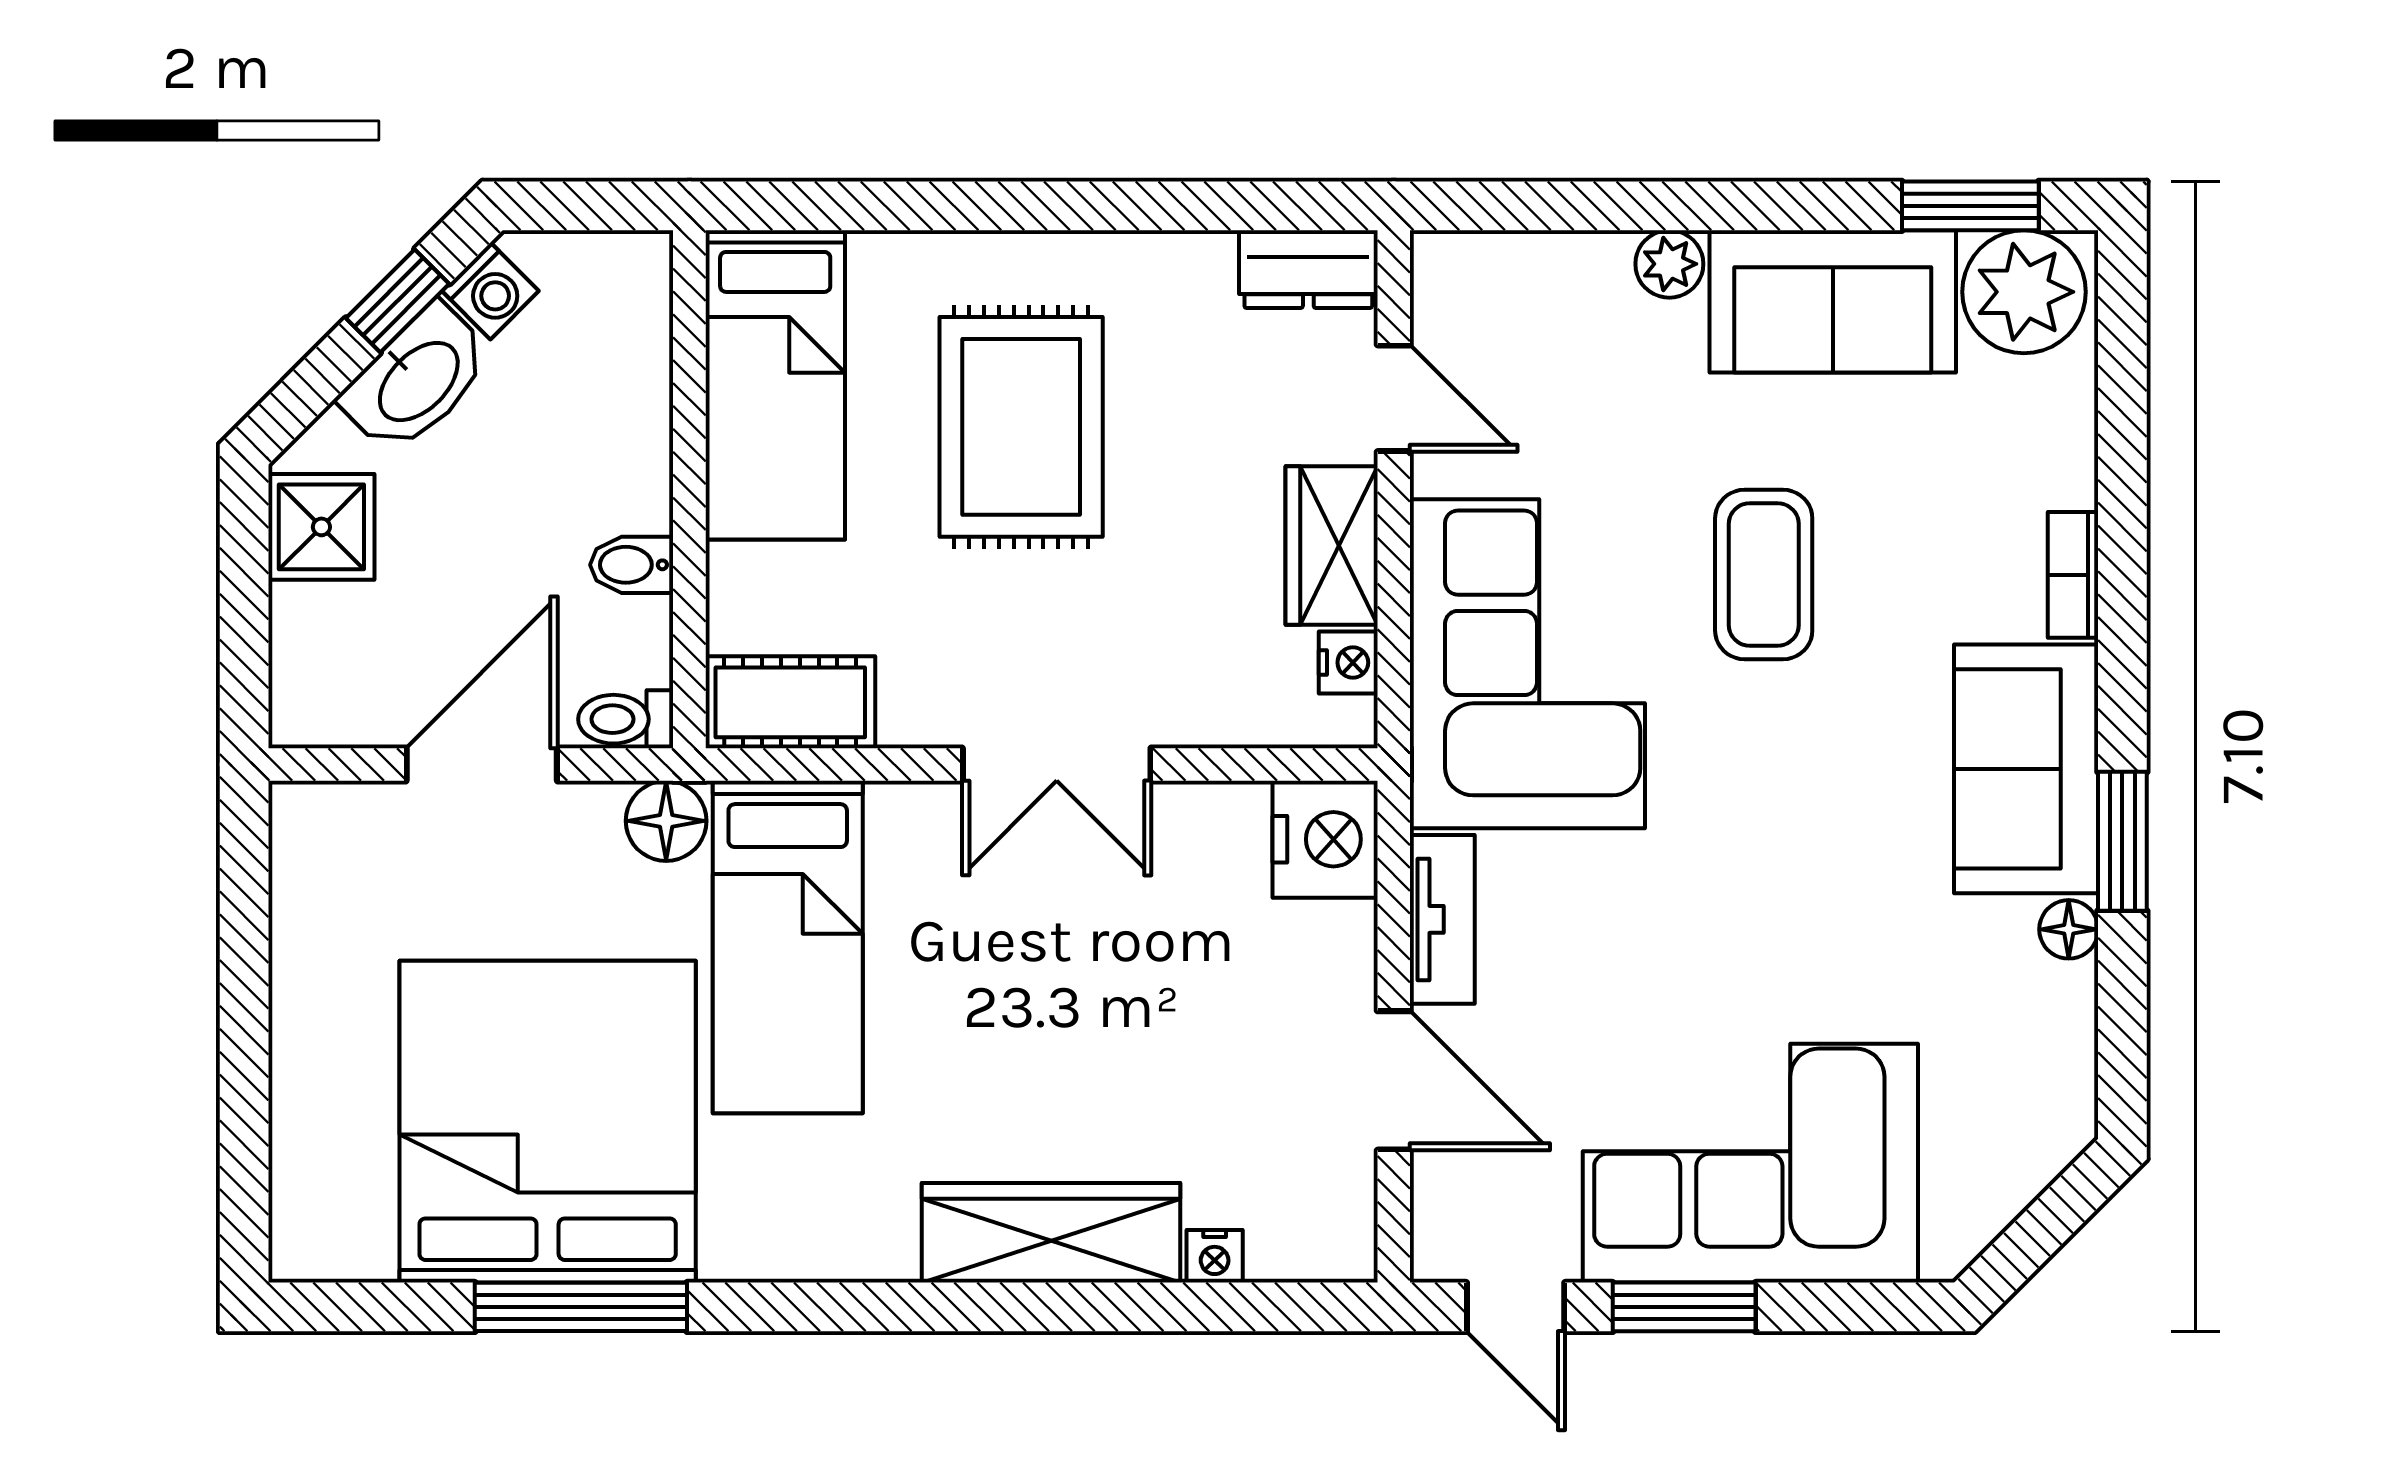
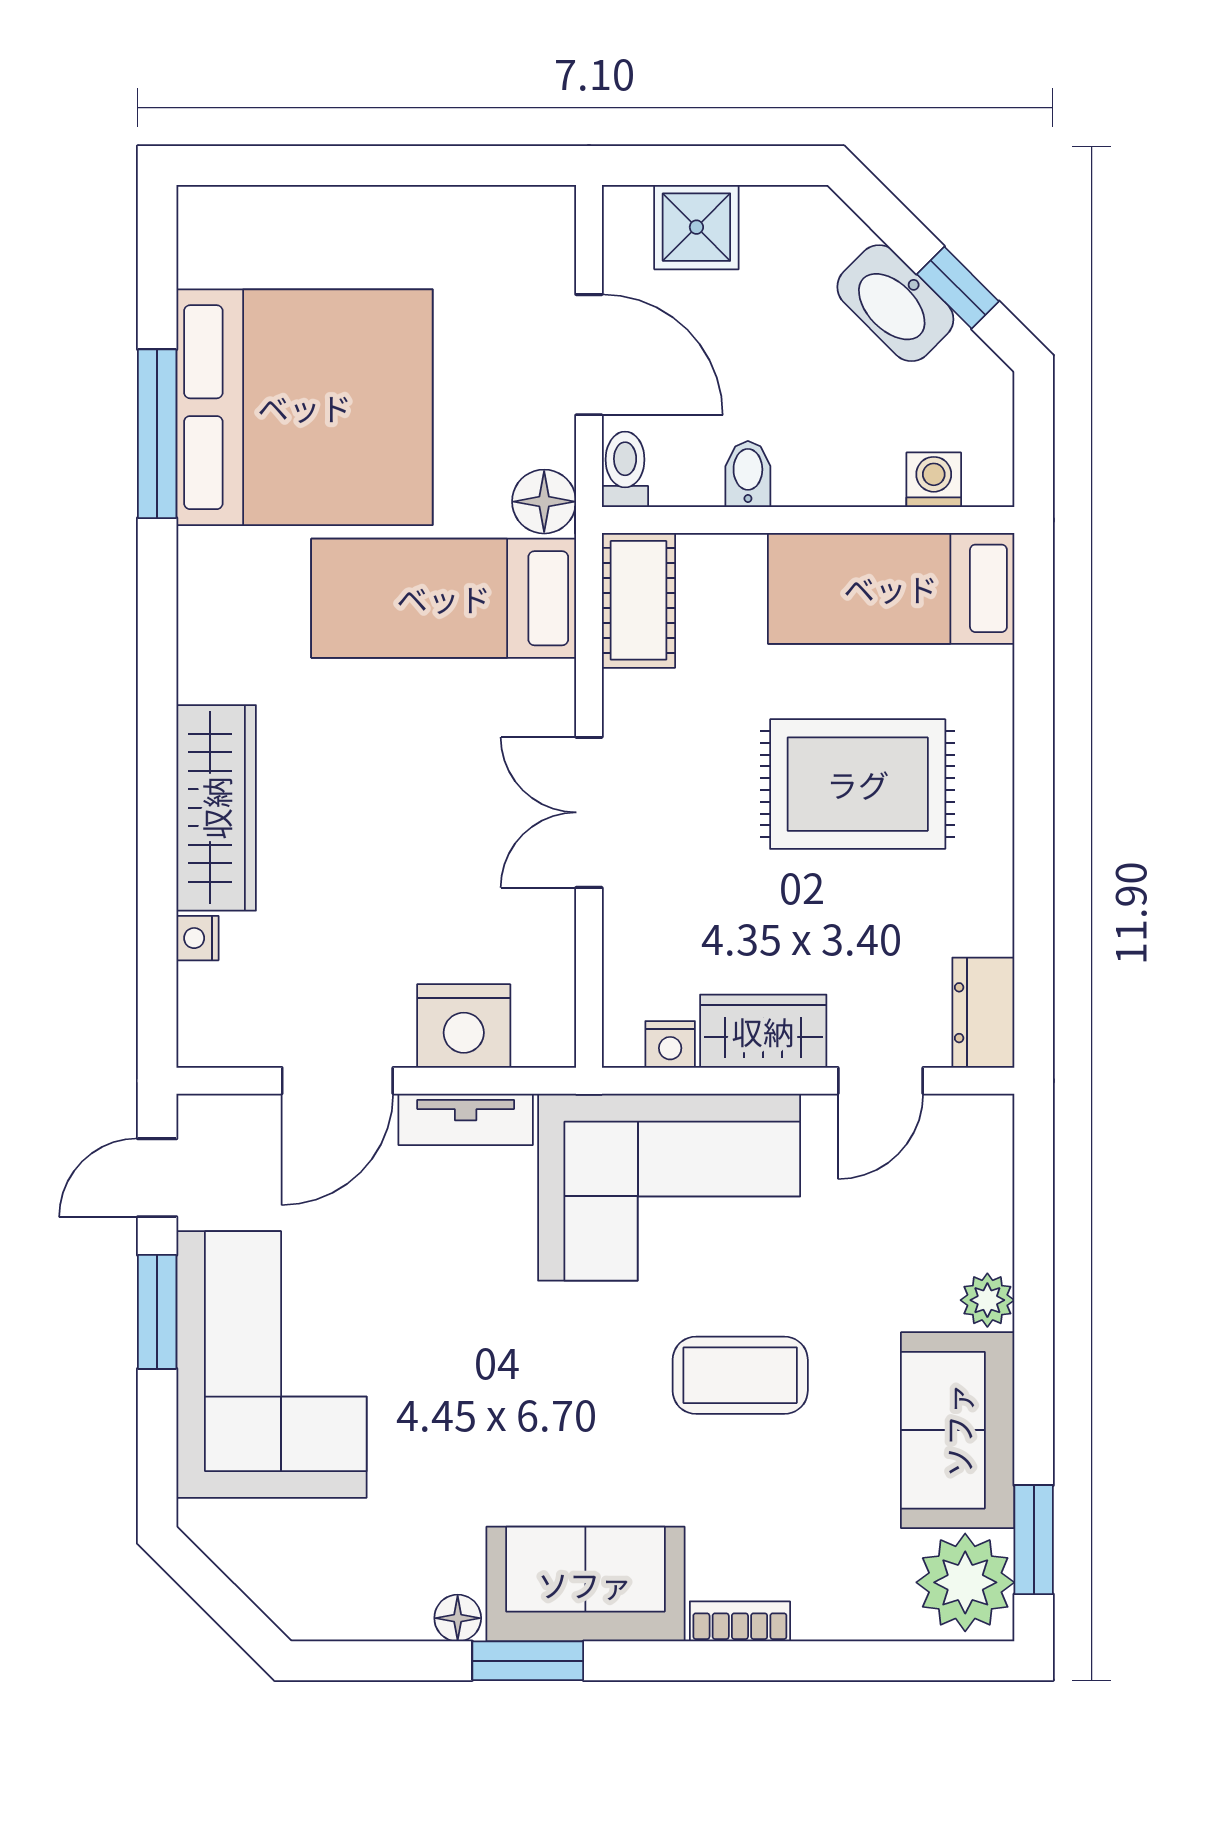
washing machine: (490, 291) -> (934, 480), moved, turned 135
shower: (321, 527) -> (696, 227), moved
nightstand: (1325, 839) -> (464, 1026), moved

